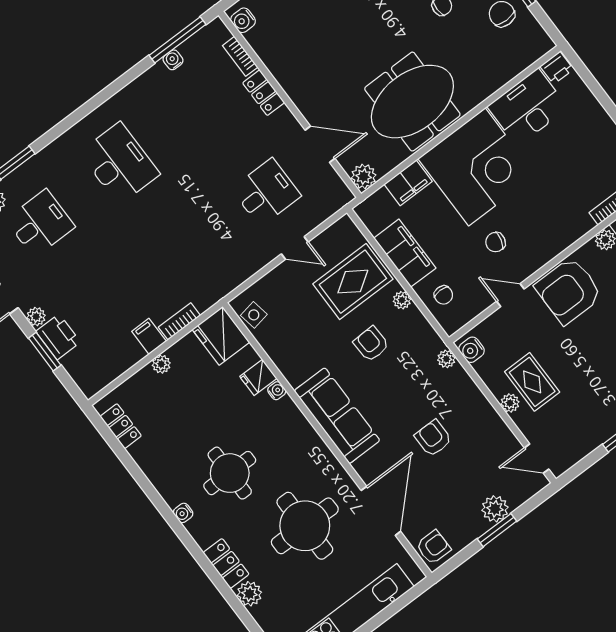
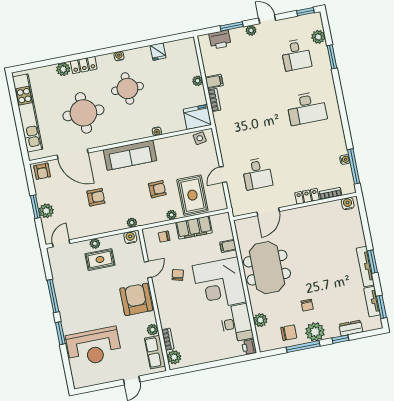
plant: (364, 177) -> (260, 320), moved
filing cabinet: (408, 183) -> (228, 246), width x0.50
printer: (58, 337) -> (220, 40), moved
fridge: (258, 377) -> (158, 52), moved, turned 180
locker: (121, 426) -> (177, 46), removed

